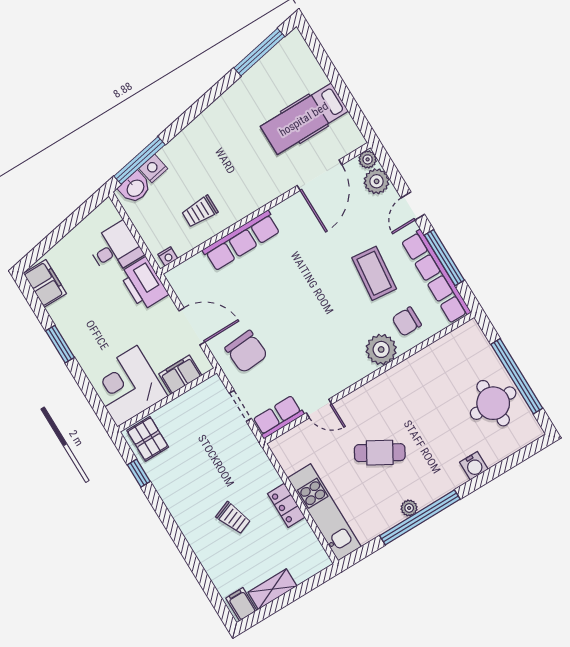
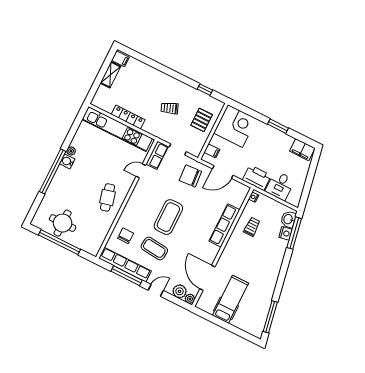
door: (413, 206) -> (156, 290), hinge flipped
coffee table: (321, 309) -> (168, 217), added
plant: (381, 349) -> (129, 216), removed
filing cabinet: (180, 375) -> (212, 151), width x0.50
pallet: (148, 439) -> (202, 120), moved, turned 90
cafe table: (380, 453) -> (107, 197), moved, turned -44
water cooler: (474, 466) -> (67, 161), moved
locker: (286, 505) -> (128, 117), width x1.53
kitchen unit: (324, 512) -> (117, 129), width x1.36
window: (420, 517) -> (53, 171), moved
trolley: (233, 518) -> (170, 108), moved

